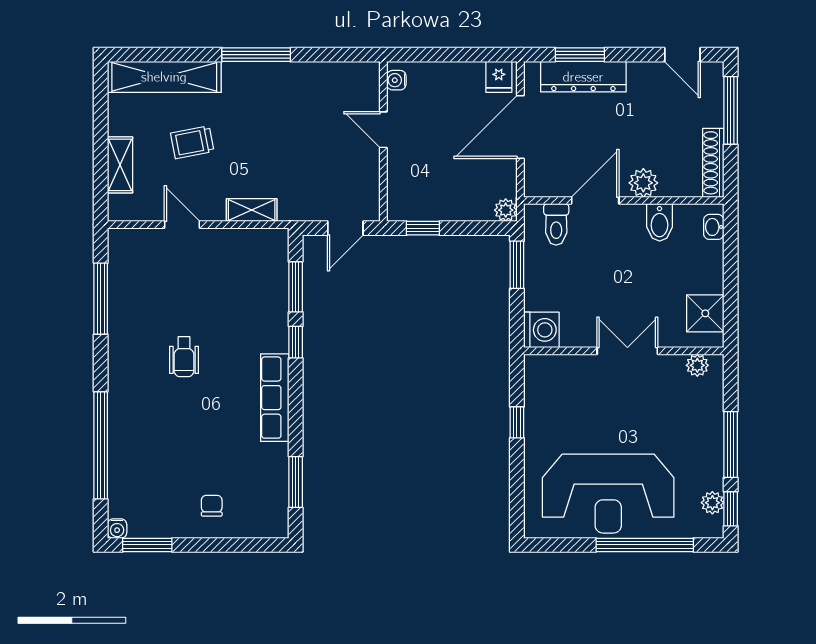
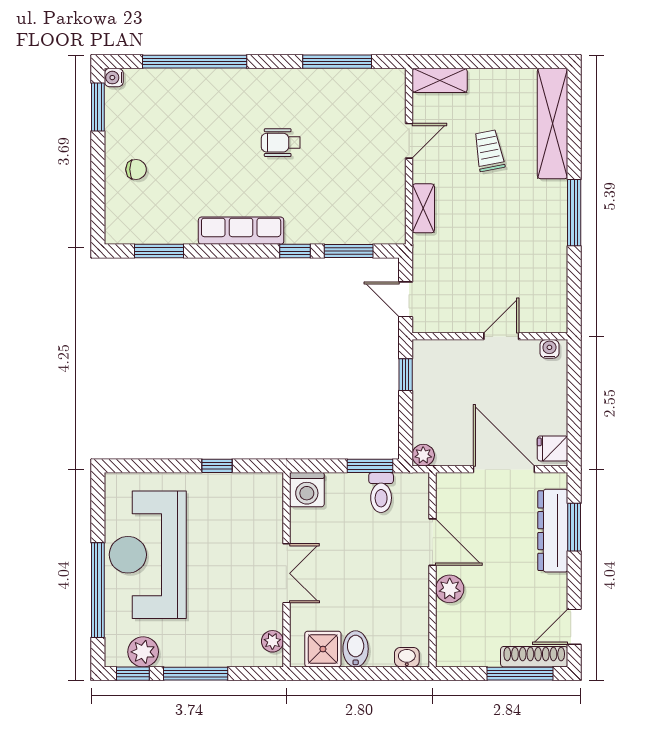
shoe rack: (713, 163) -> (534, 657), moved
shelving: (120, 165) -> (440, 80), moved
bidet: (660, 222) -> (356, 649), moved, turned 90
toilet: (556, 224) -> (381, 493), moved, turned -90
plant: (712, 503) -> (143, 652), width x1.38, depth x1.38

